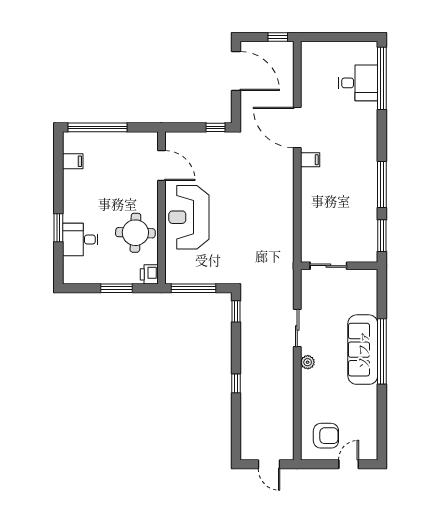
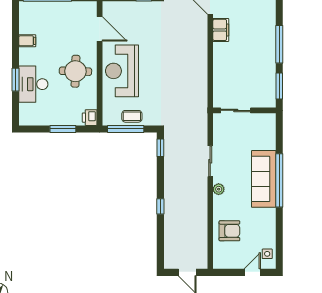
filing cabinet: (310, 160) -> (221, 30), width x2.00
filing cabinet: (73, 161) -> (27, 41), moved
round table: (135, 233) -> (75, 71), moved
desk: (80, 239) -> (33, 84), width x1.37
coffee table: (201, 273) -> (132, 116), added
armchair: (326, 436) -> (229, 231), moved
side table: (367, 441) -> (267, 254), added

